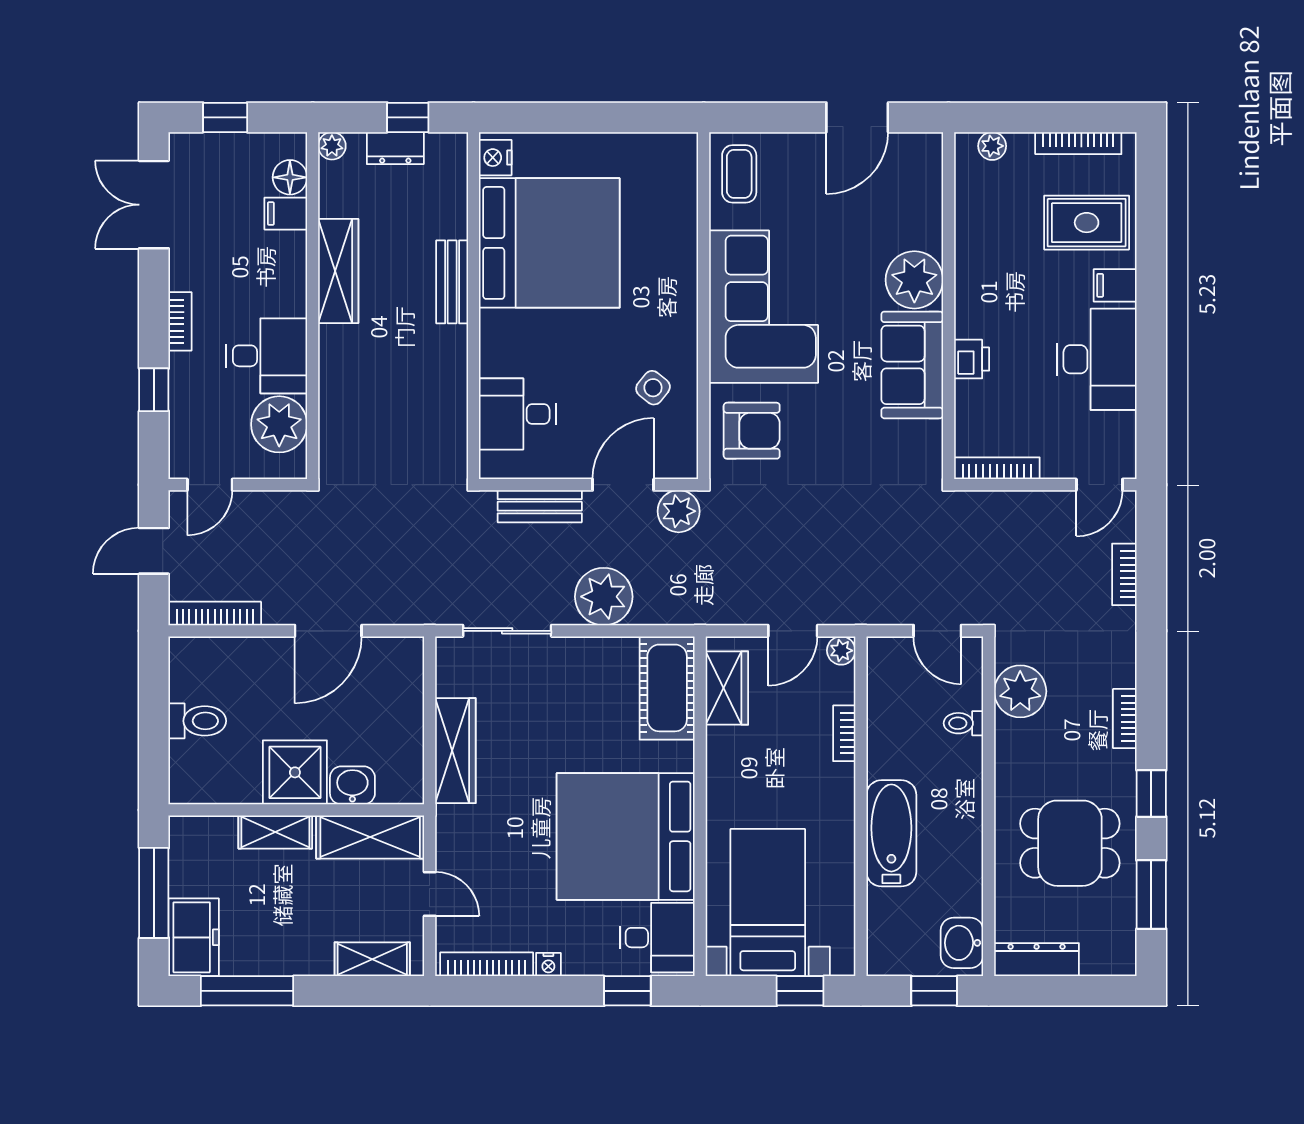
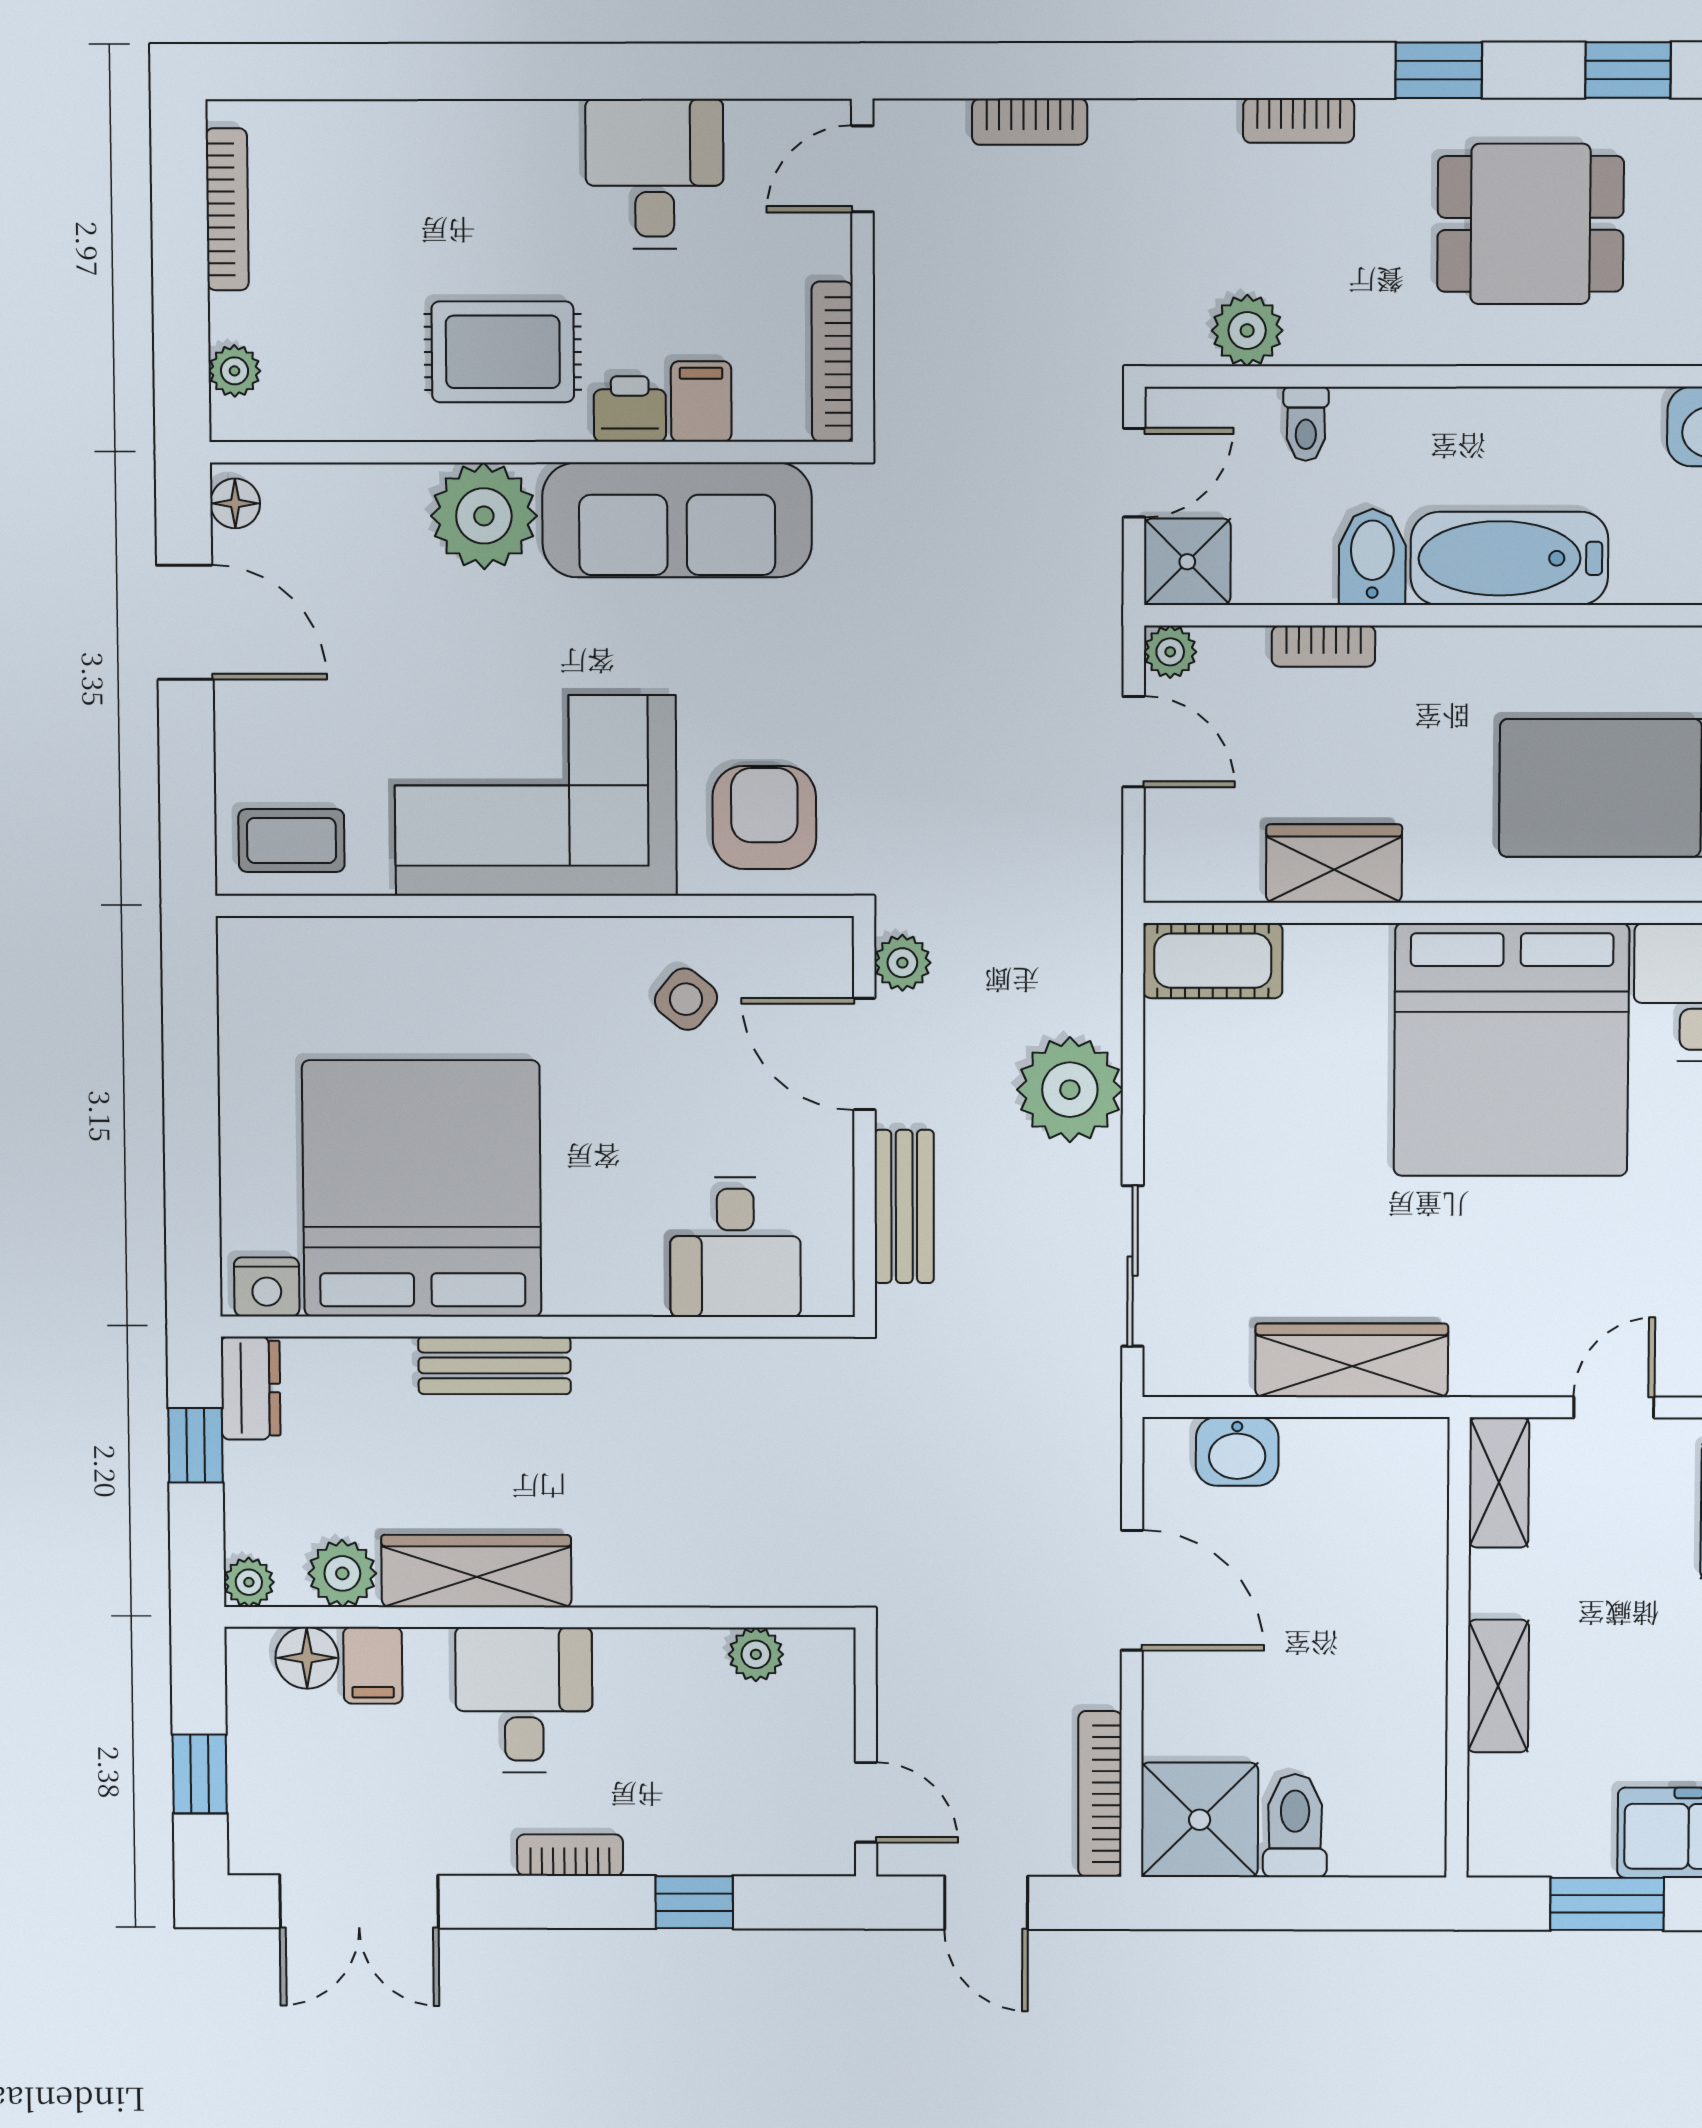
floor lamp: (921, 145) -> (235, 503), added
dresser: (395, 148) -> (251, 1388), moved
plant: (337, 197) -> (342, 1573), added
rug: (1087, 223) -> (503, 352), moved, turned 90
filing cabinet: (1115, 285) -> (701, 401), moved, turned 180
desk: (267, 356) -> (524, 1700), moved
desk: (1097, 359) -> (655, 174), width x0.73
sofa: (912, 365) -> (677, 520), width x1.36
plant: (279, 424) -> (756, 1654), width x0.53, depth x0.53
door: (1099, 485) -> (862, 169), swing flipped
plant: (679, 511) -> (902, 963), width x0.73, depth x0.73
shower: (890, 660) -> (1187, 562), added
cot: (667, 688) -> (1213, 961), width x0.73, depth x0.75
wardrobe: (727, 688) -> (1334, 863), moved
plant: (1020, 691) -> (1247, 331), width x0.73, depth x0.73
bidet: (892, 759) -> (1372, 557), added
shower: (295, 772) -> (1200, 1820), moved
washbasin: (352, 785) -> (1237, 1451), moved, turned -90
shelving: (370, 837) -> (1499, 1482), width x0.67, depth x0.75
dining table: (1070, 843) -> (1530, 224), turned 90
window: (154, 893) -> (1607, 1904), width x0.69
window: (1151, 895) -> (1628, 70), width x0.67

